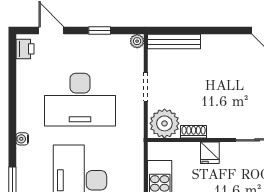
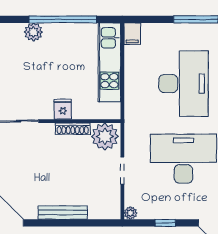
bench: (174, 42) -> (63, 213), moved
shoe rack: (194, 132) -> (73, 129), width x1.43

